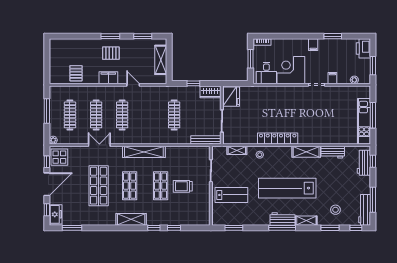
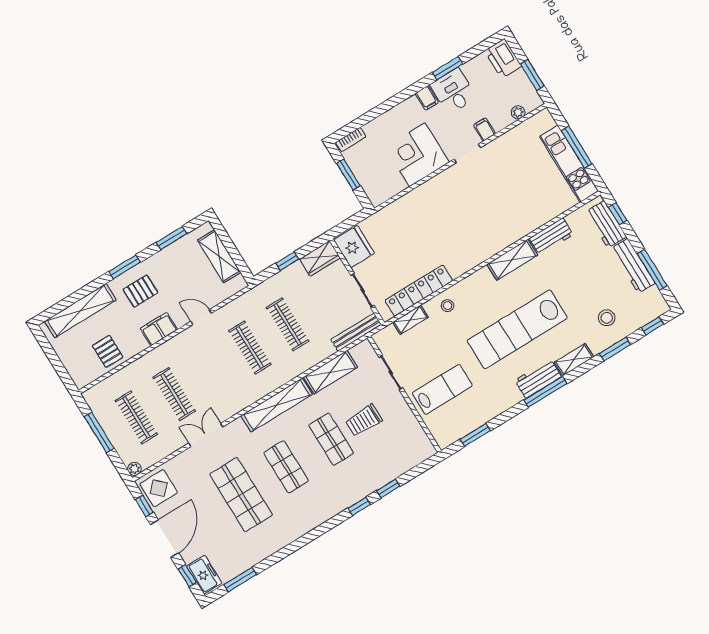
shelving: (75, 44) -> (80, 311), added
desk: (266, 73) -> (453, 91), moved, turned 180
clothes rail: (122, 115) -> (250, 348), moved
locker: (278, 138) -> (419, 291), moved
workbench: (365, 210) -> (633, 266), moved
shelving: (131, 219) -> (331, 372), moved

